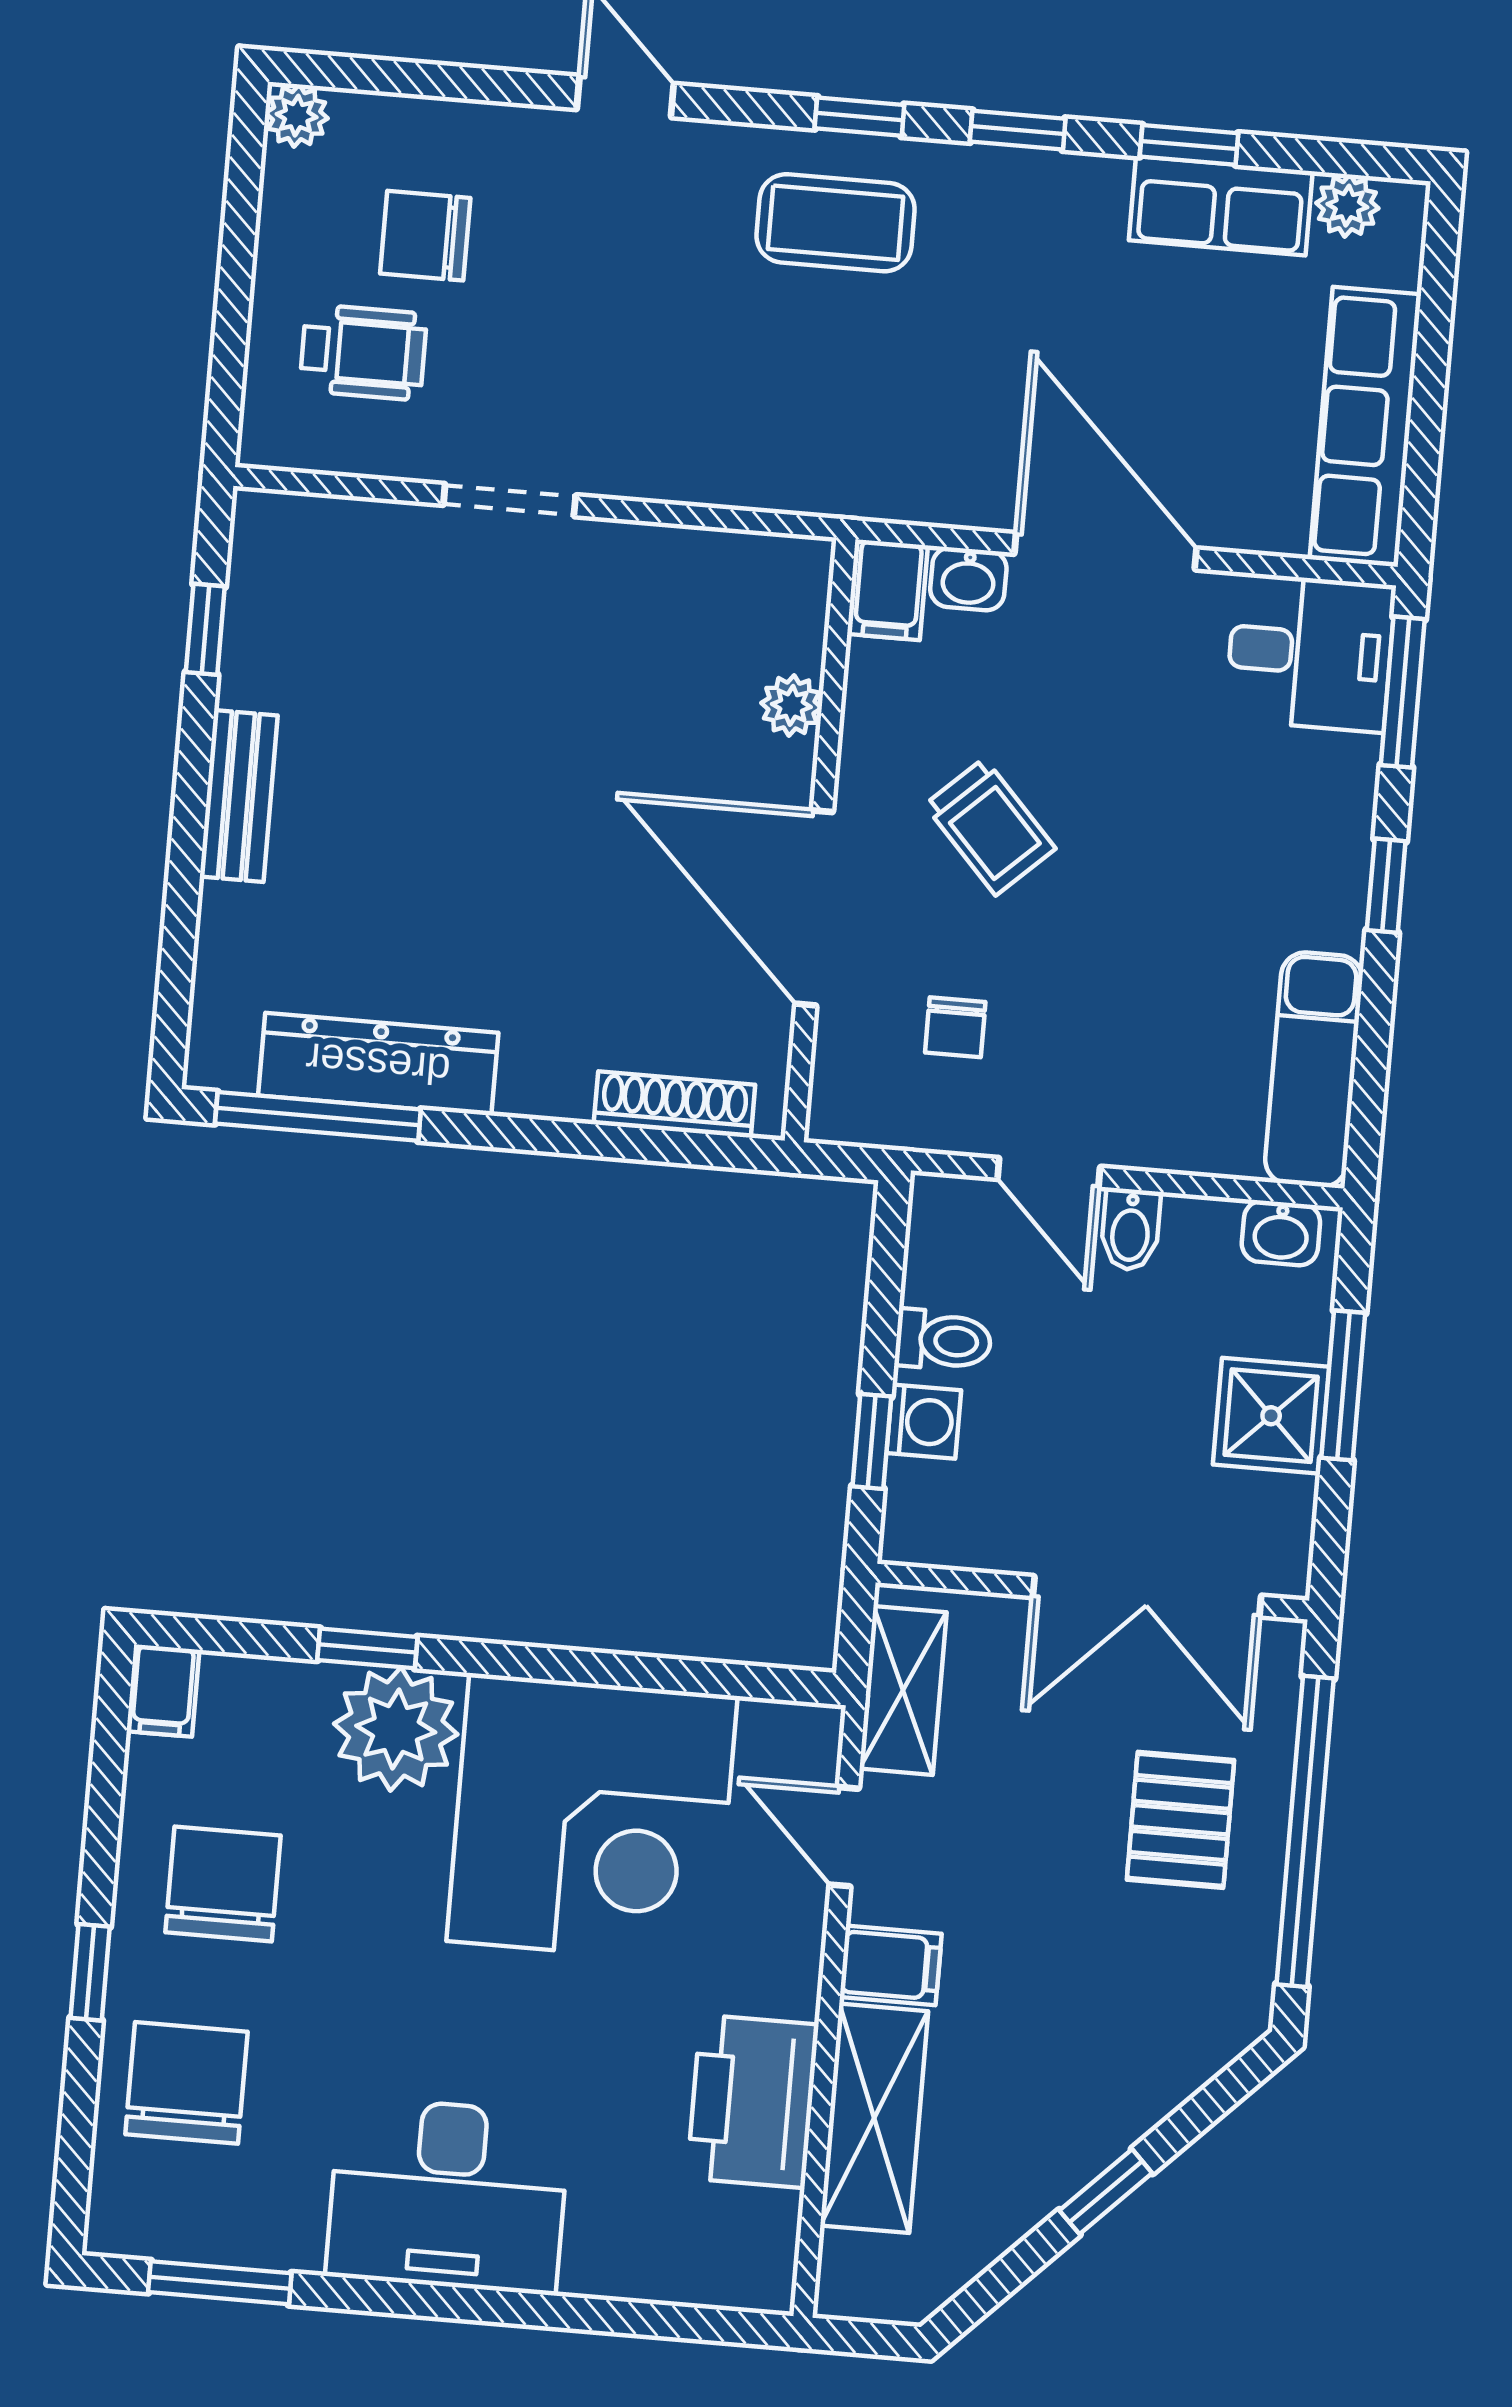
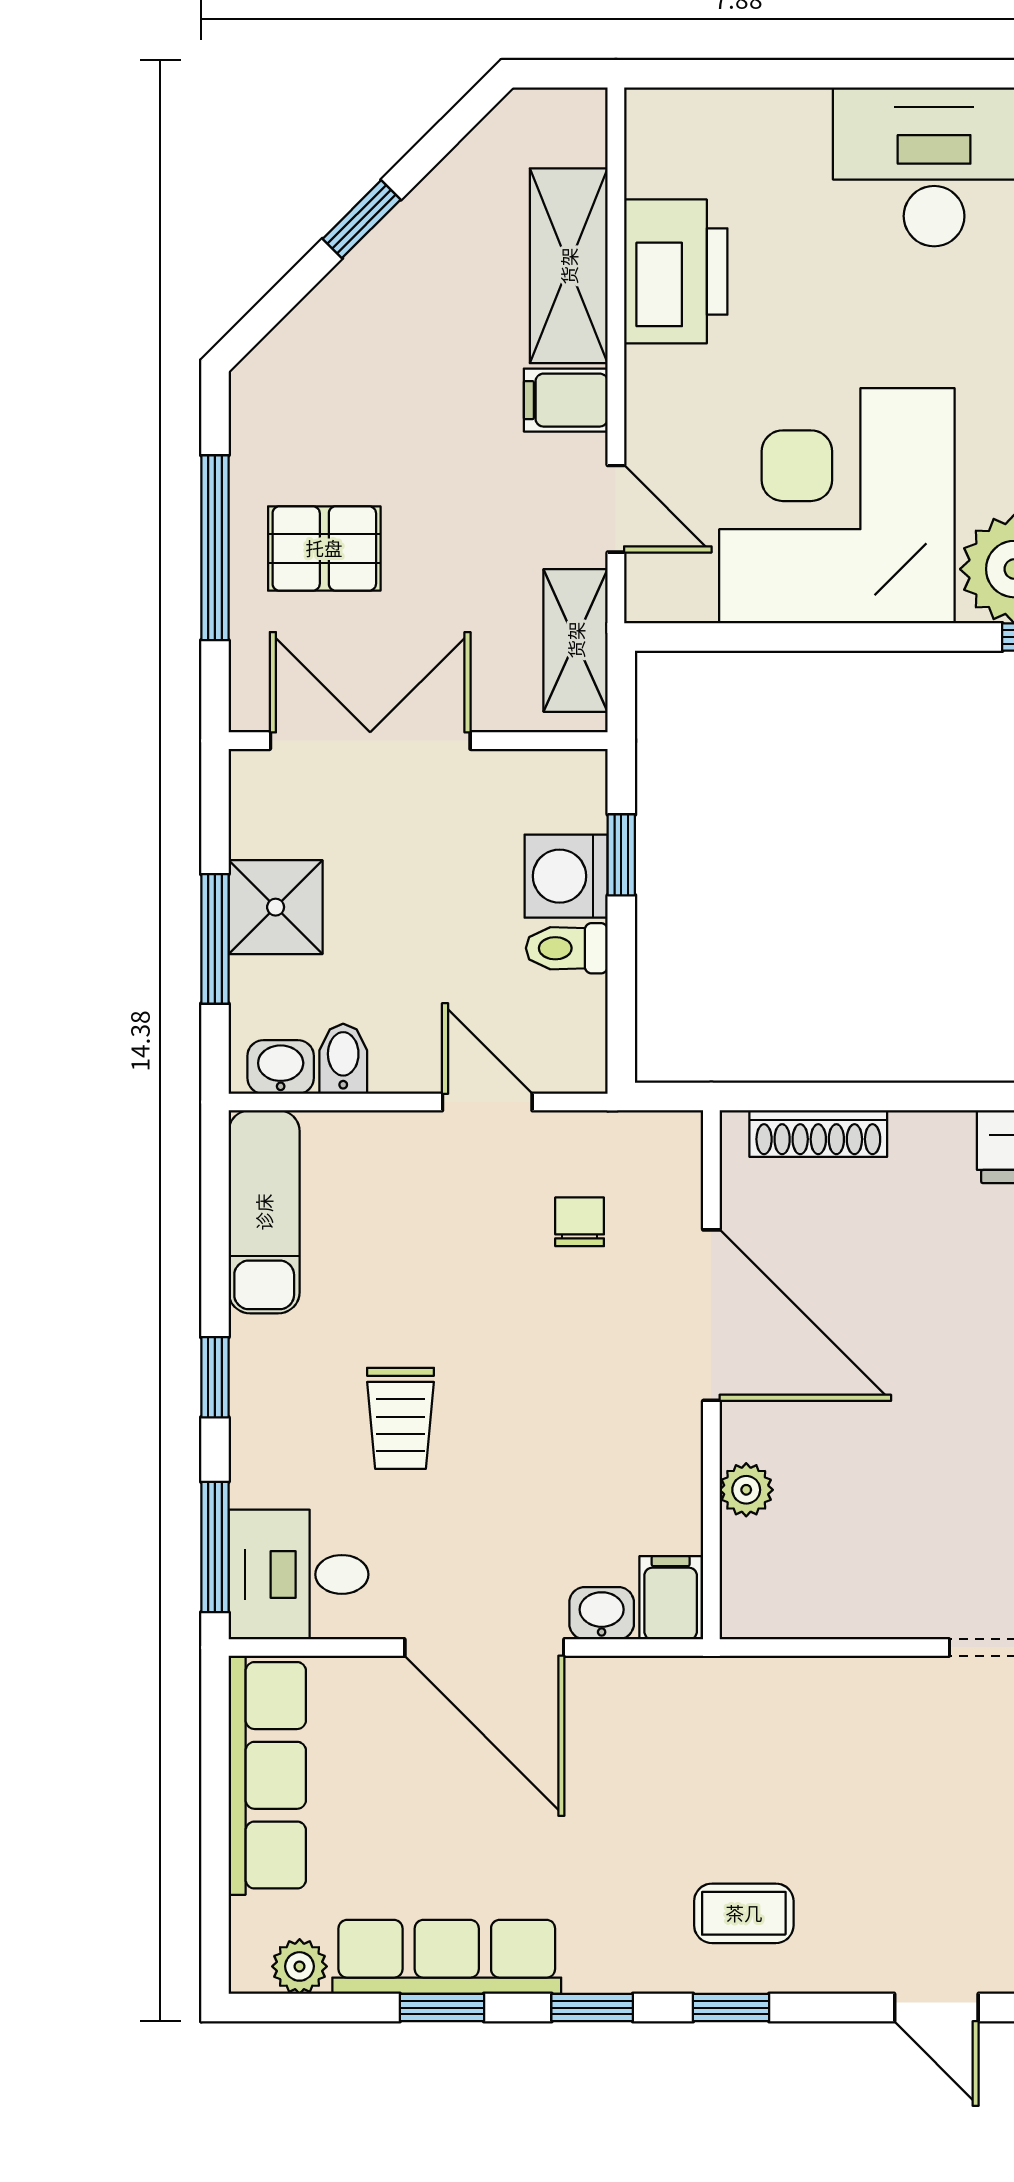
row of seats: (1221, 206) -> (447, 1957), width x1.48
coffee table: (836, 223) -> (744, 1913), width x0.73, depth x0.77
trolley: (990, 827) -> (401, 1418), moved, turned -137
bidet: (1130, 1229) -> (343, 1059), moved
washing machine: (924, 1422) -> (566, 876), width x1.38, depth x1.38
pallet: (1180, 1820) -> (324, 548), turned 90
window: (1305, 1831) -> (215, 548), width x0.68

